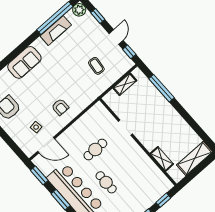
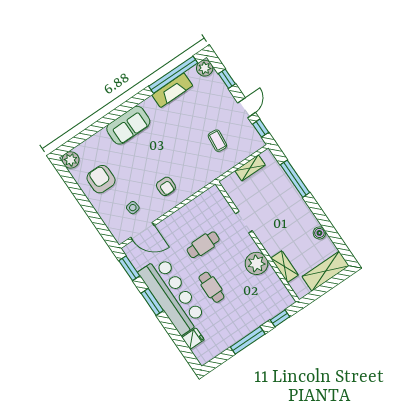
boiler: (186, 129) -> (319, 233), added
plant: (139, 159) -> (256, 263), added

